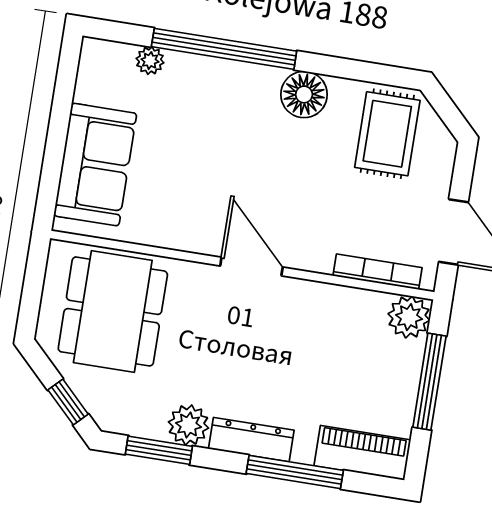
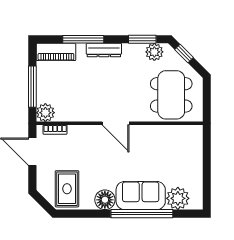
plant: (150, 61) -> (178, 198), width x1.87, depth x1.87
sofa: (95, 165) -> (141, 196), moved, turned 90
bookcase: (378, 272) -> (55, 130), width x0.64
plant: (189, 425) -> (154, 52), moved

